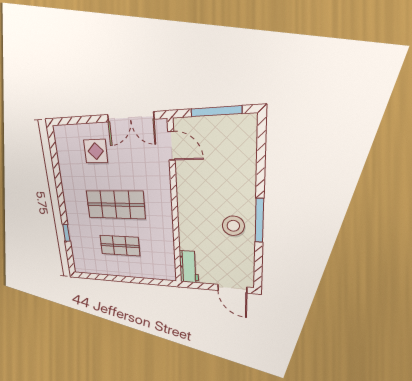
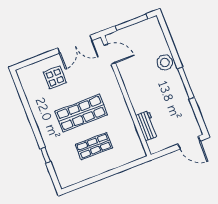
stool: (233, 226) -> (165, 63), moved
workbench: (189, 267) -> (147, 126), moved

